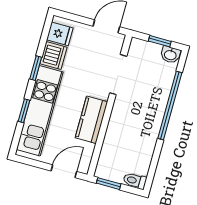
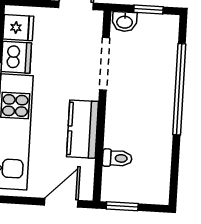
washbasin: (170, 55) -> (125, 22), moved
toilet: (135, 181) -> (117, 158), moved, turned 180

